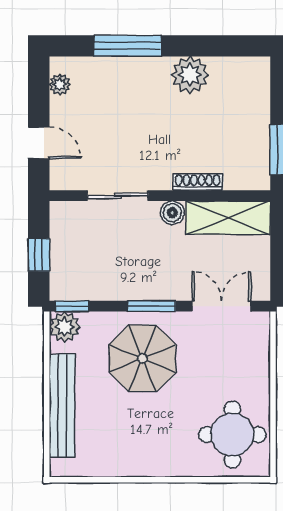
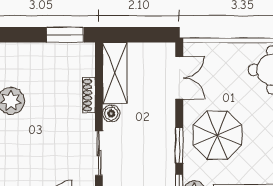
window: (151, 306) -> (179, 145), moved
double door: (222, 306) -> (179, 78), swing flipped

